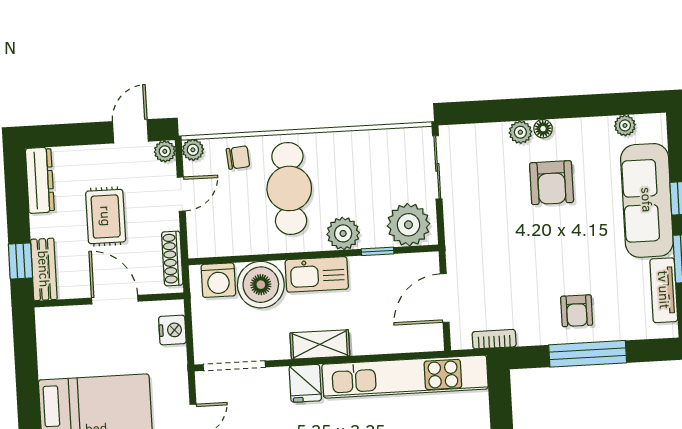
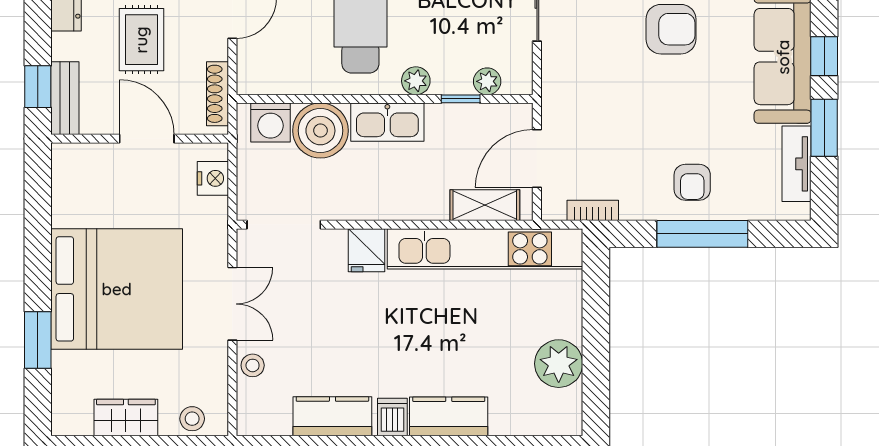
armchair: (552, 183) -> (671, 29), turned -90
plant: (408, 225) -> (487, 81), width x0.53, depth x0.53
plant: (343, 233) -> (416, 81), width x0.73, depth x0.73
shelving: (320, 344) -> (485, 205), moved

